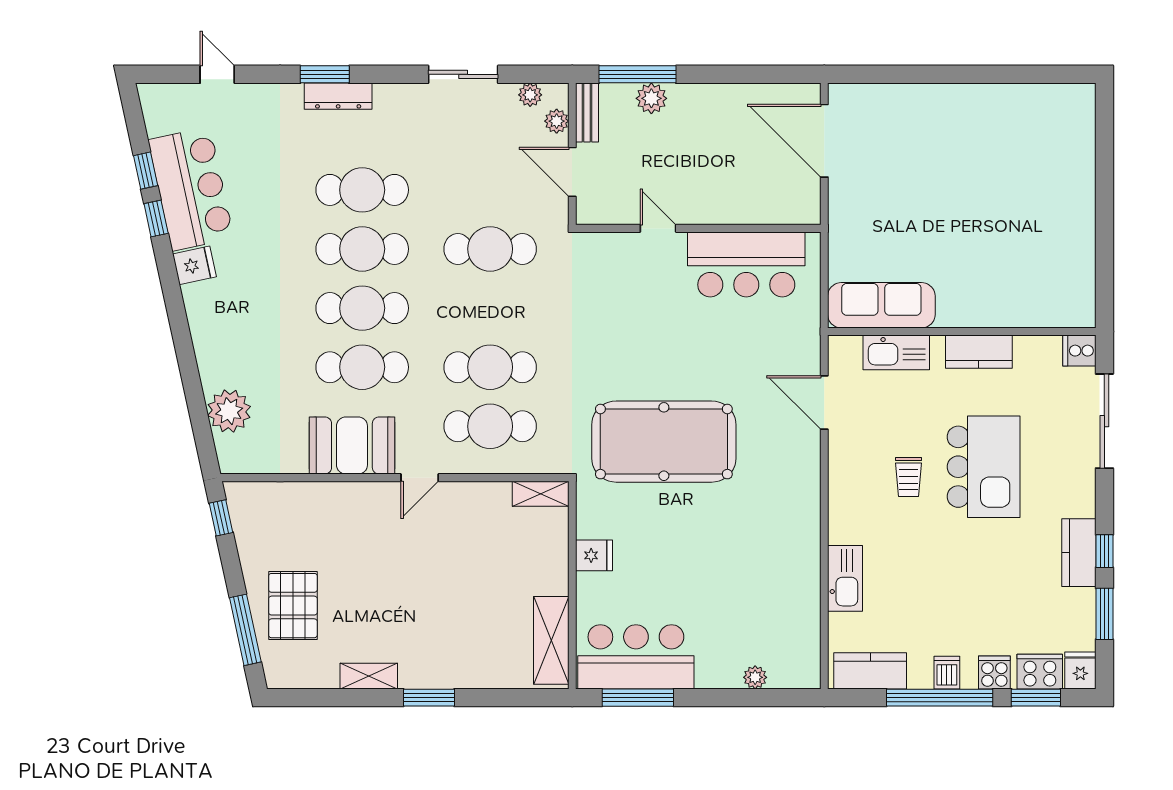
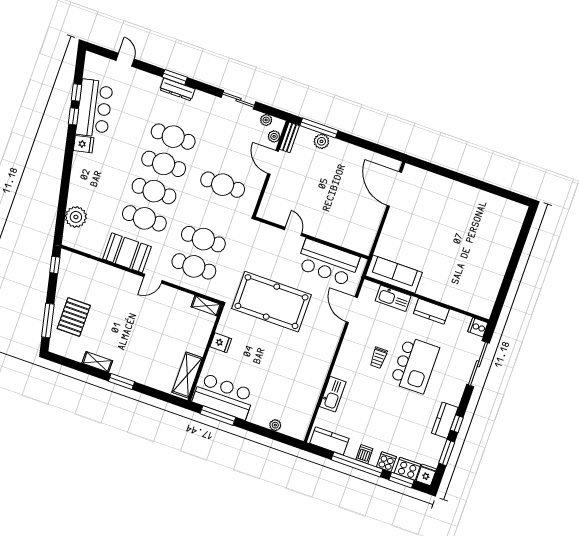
door: (658, 228) -> (293, 231), moved
wall: (698, 228) -> (312, 238), moved
bar counter: (746, 264) -> (328, 262), moved

